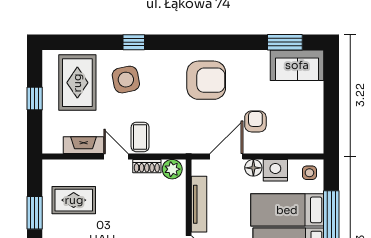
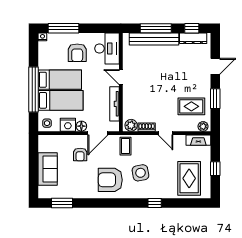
sofa: (297, 65) -> (48, 169), moved, turned 90
side table: (126, 80) -> (140, 173), moved
coffee table: (140, 137) -> (126, 146), moved
fireplace: (84, 145) -> (198, 140), moved
plant: (55, 167) -> (203, 126), added

